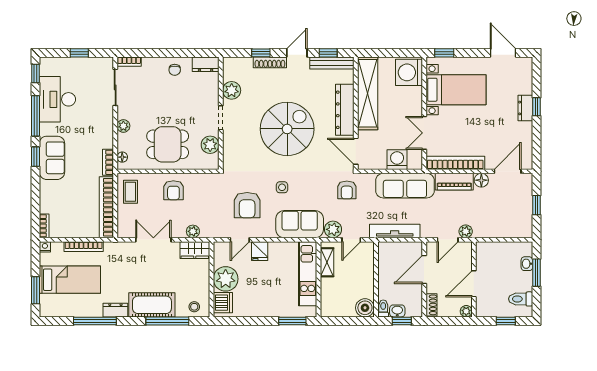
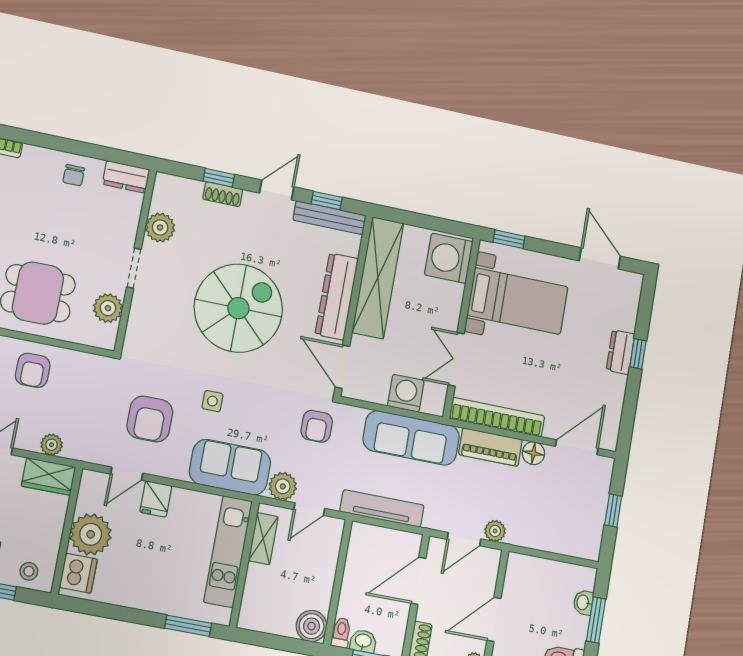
shoe rack: (270, 62) -> (223, 194), width x0.70

